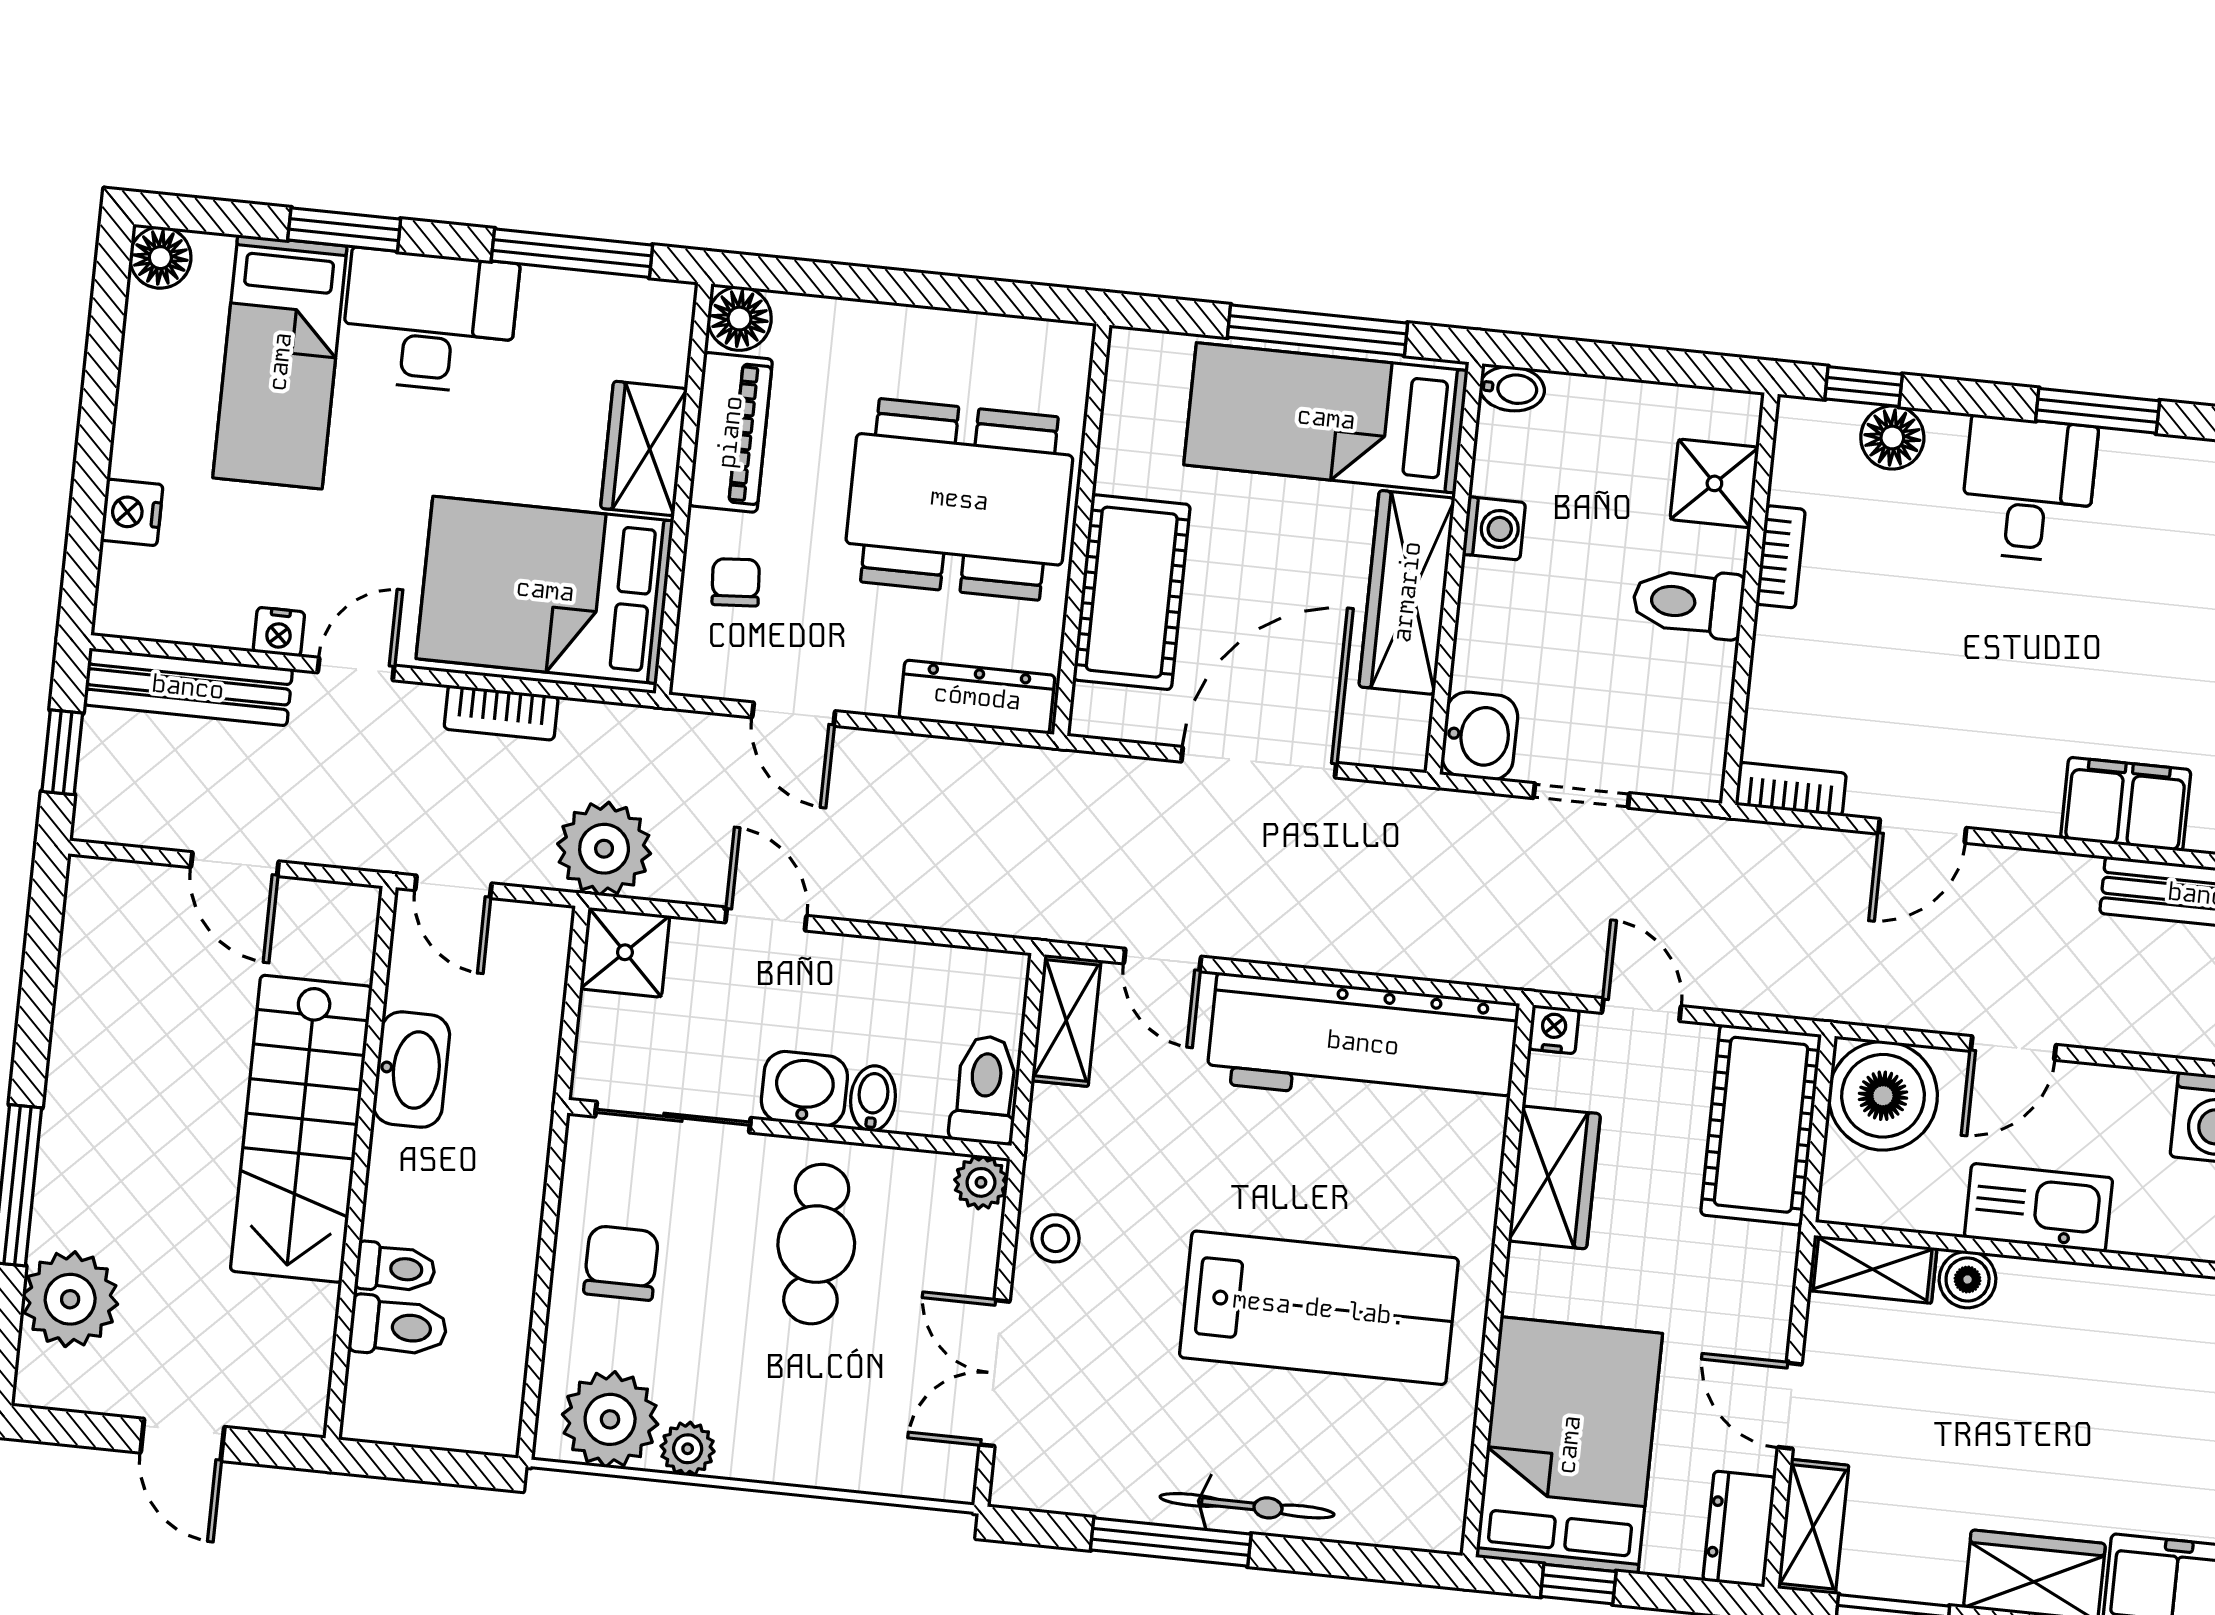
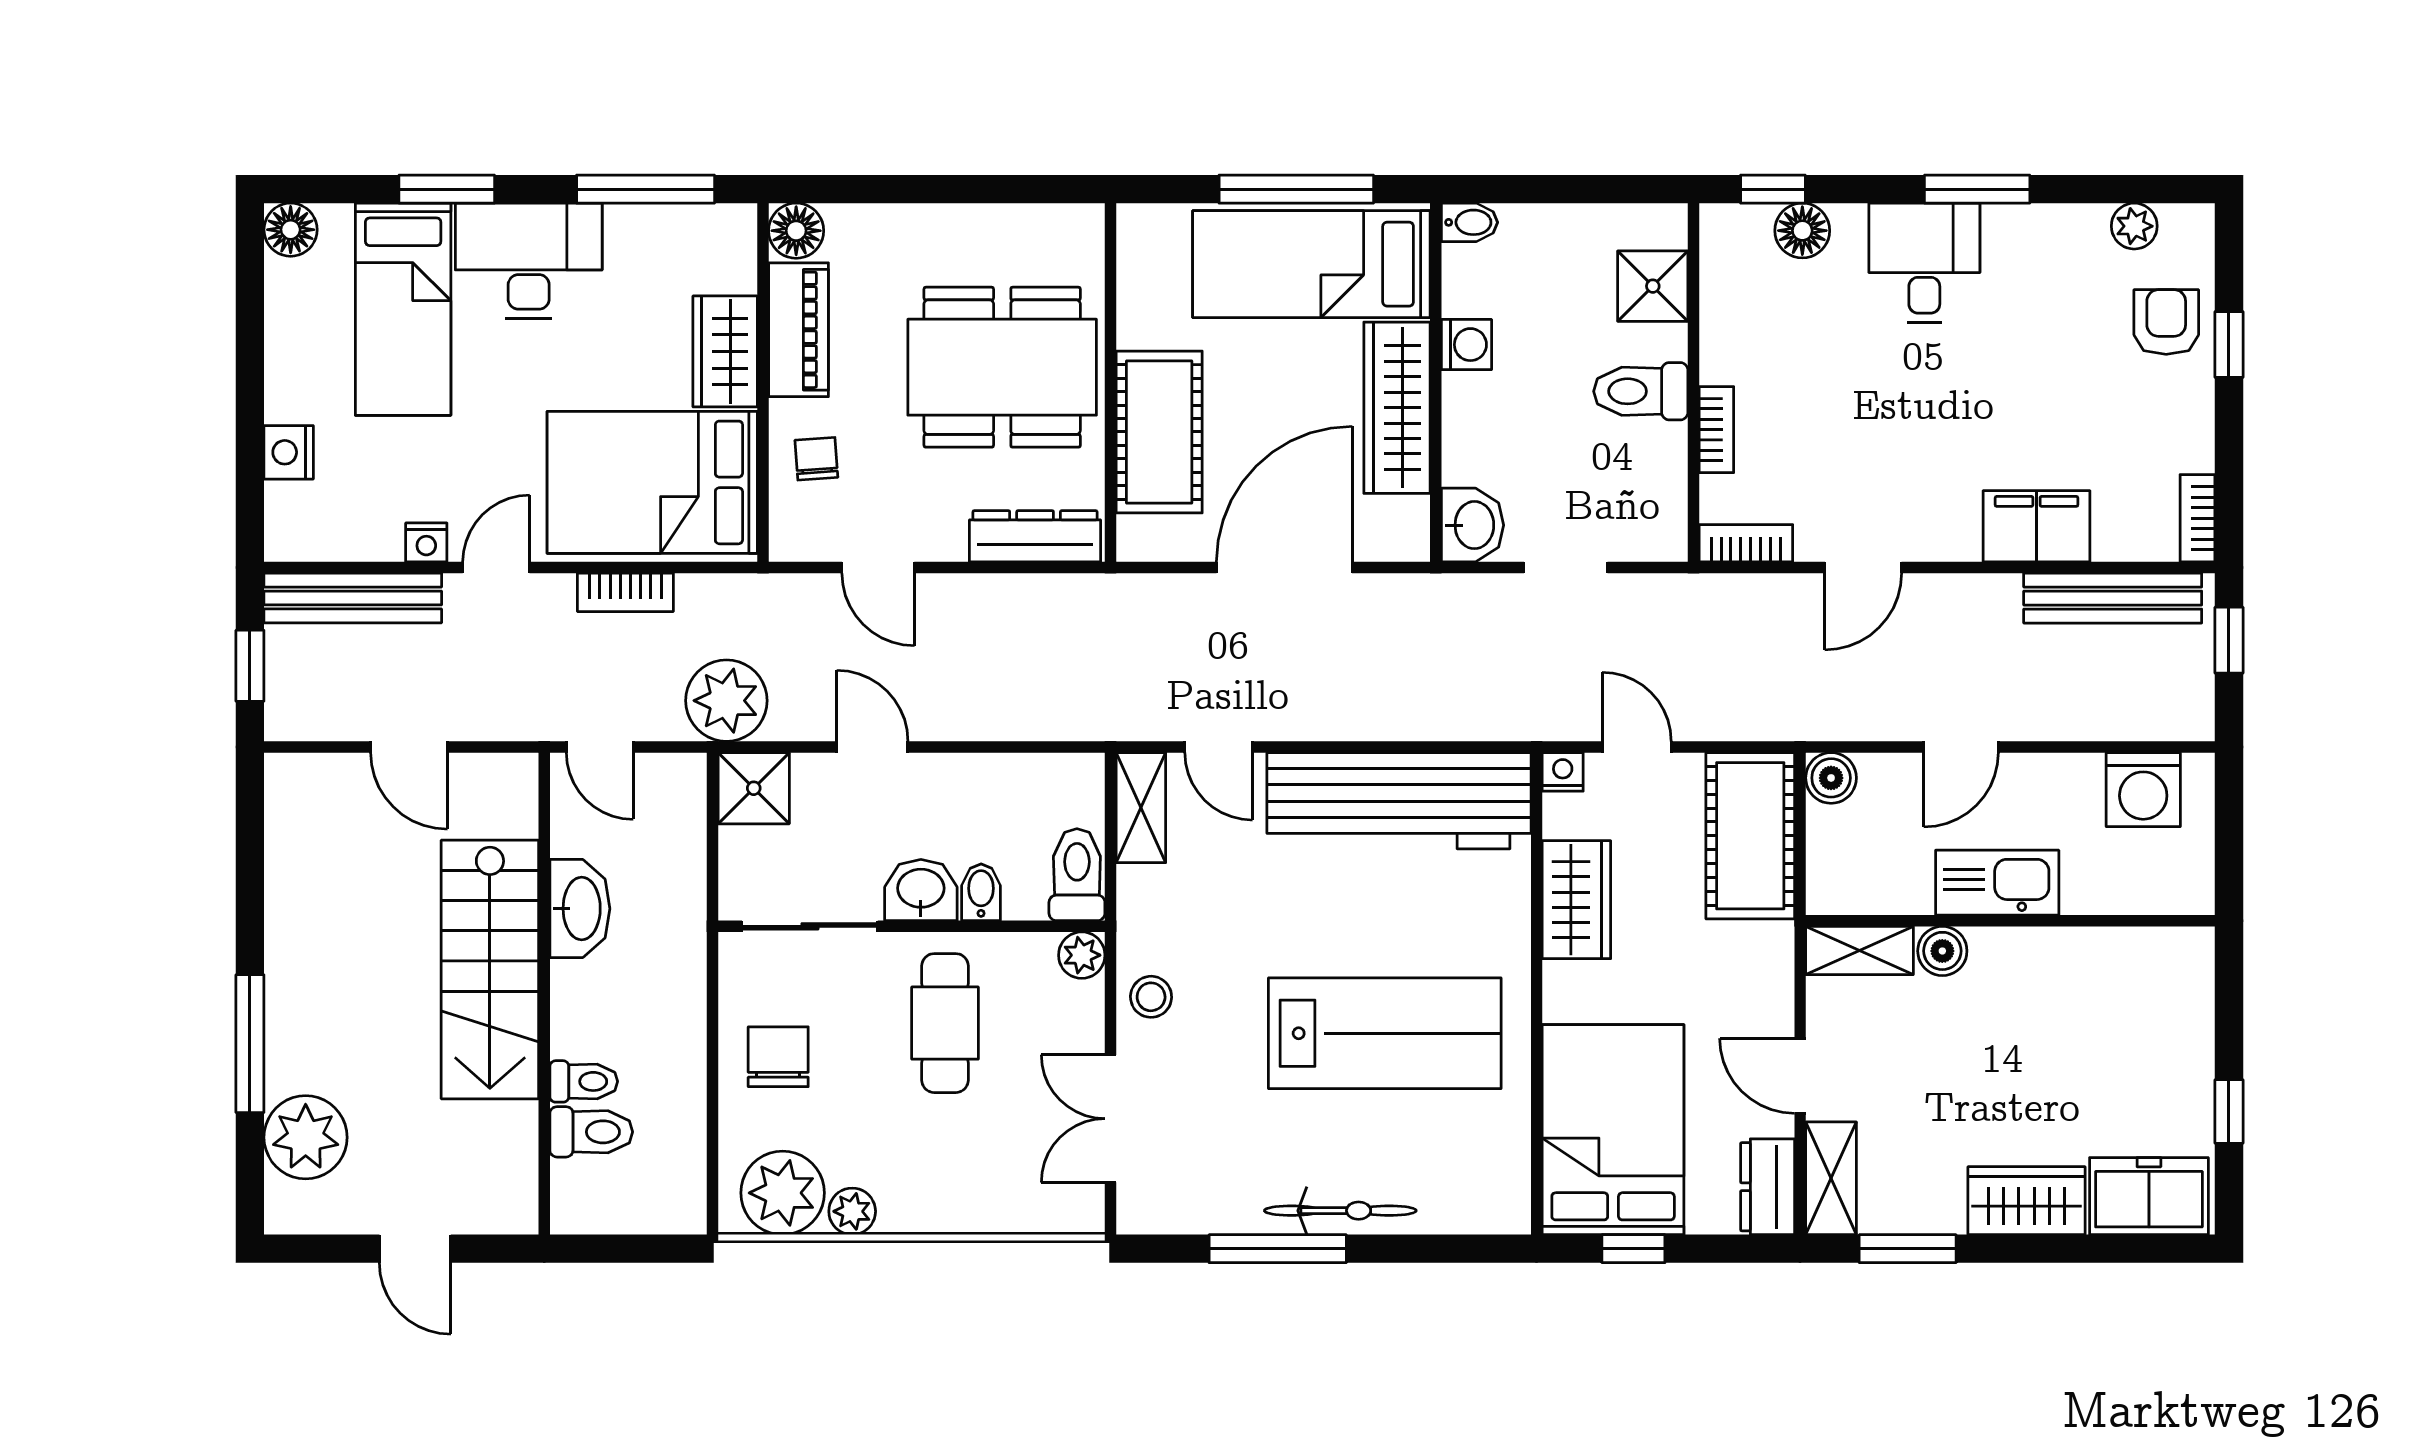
bookcase: (1781, 557) -> (1716, 430), moved
boiler: (1883, 1096) -> (1831, 778), width x0.54, depth x0.54

